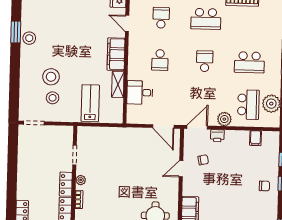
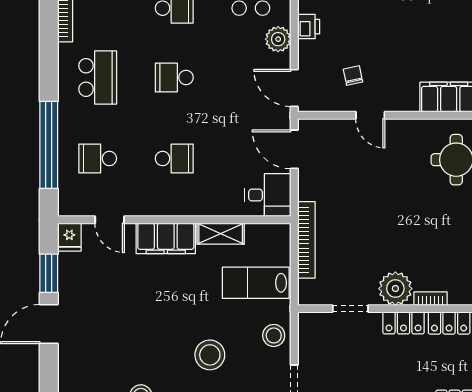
door: (127, 23) -> (110, 220), hinge flipped
desk: (140, 93) -> (268, 195), moved, turned -90
stool: (53, 98) -> (274, 335), moved
door: (163, 126) -> (294, 149), swing flipped
bookcase: (113, 132) -> (306, 240), added
printer: (217, 136) -> (309, 27), moved
plant: (81, 180) -> (395, 289), width x1.88, depth x1.88

